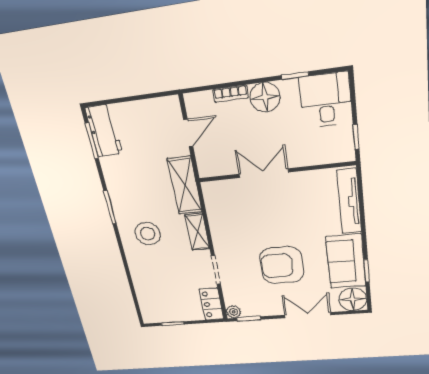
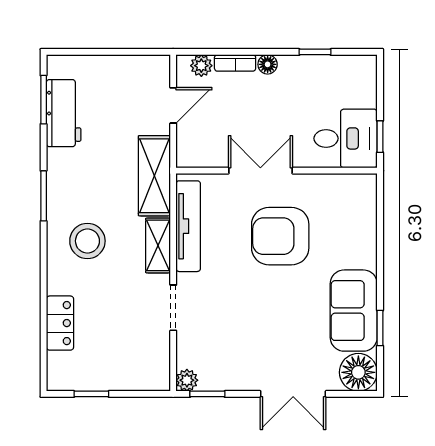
floor lamp: (265, 97) -> (268, 64), width x0.53, depth x0.53
plant: (204, 100) -> (201, 66), added
desk: (326, 100) -> (346, 138), moved, turned 90
workbench: (104, 131) -> (64, 113), moved
tv unit: (349, 202) -> (188, 226), moved, turned 180
armchair: (282, 265) -> (280, 236), moved
locker: (212, 304) -> (60, 323), moved, turned 180
double door: (308, 315) -> (293, 394), swing flipped

